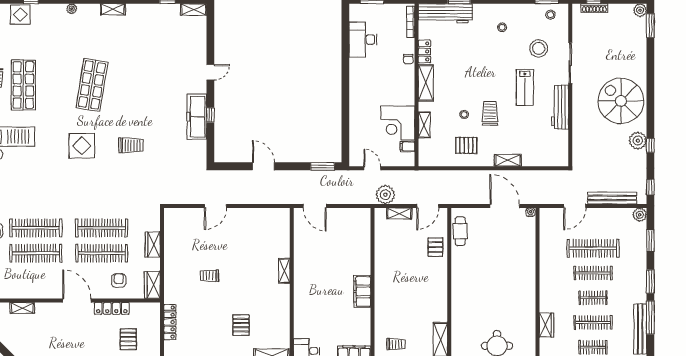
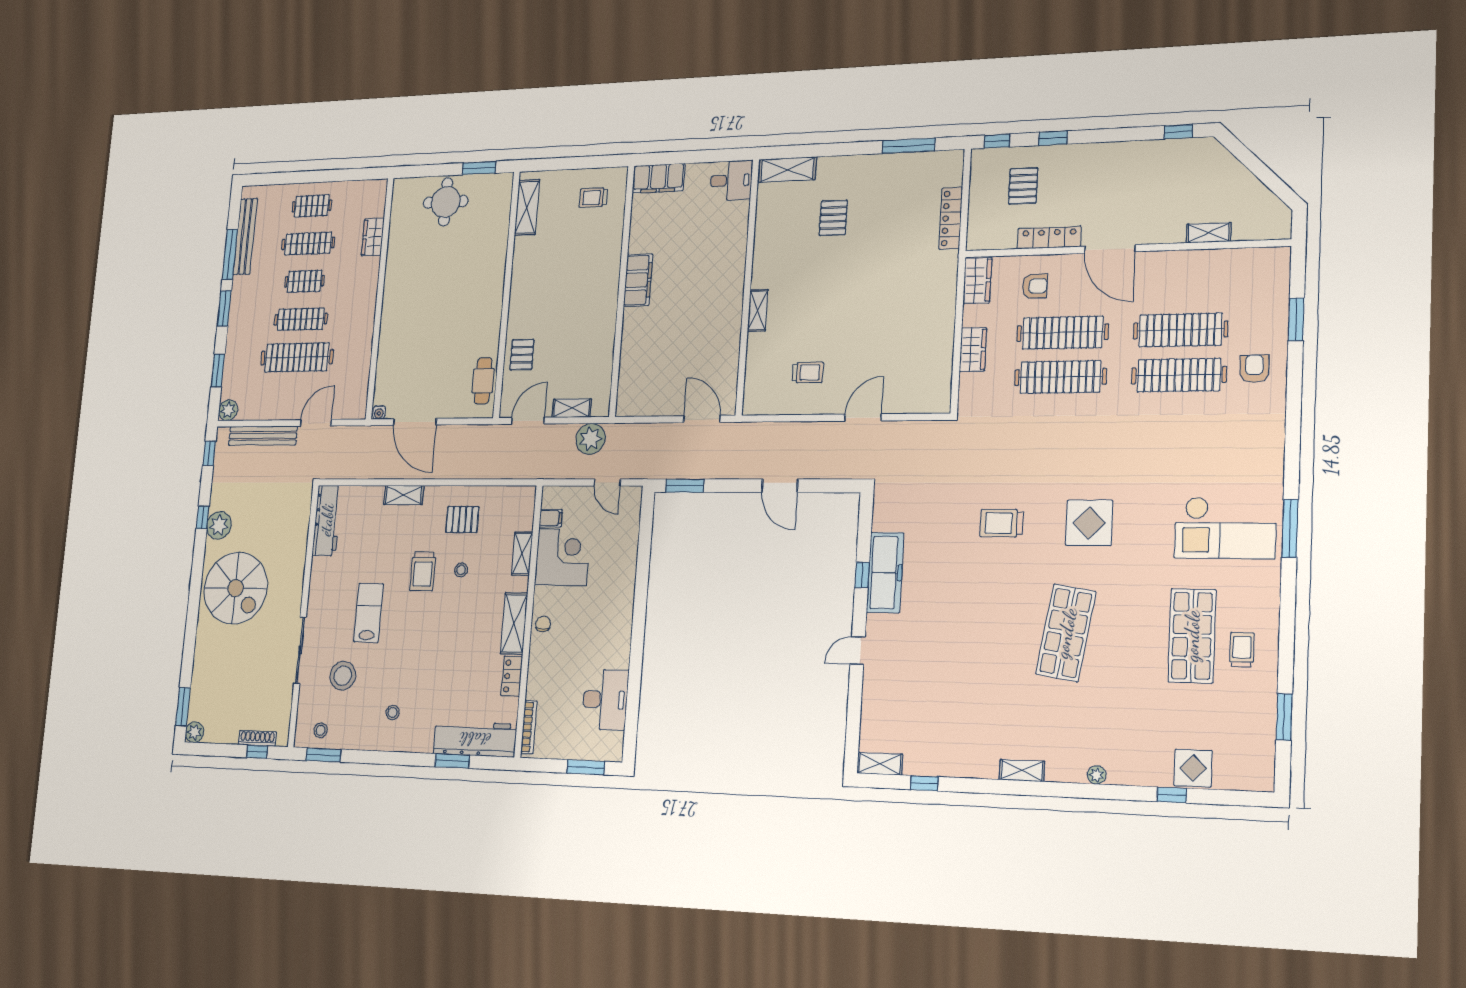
chair: (408, 59) -> (543, 624), moved
workbench: (560, 107) -> (327, 520), moved
trolley: (209, 276) -> (808, 372), moved
armchair: (119, 280) -> (1035, 286), turned -90

